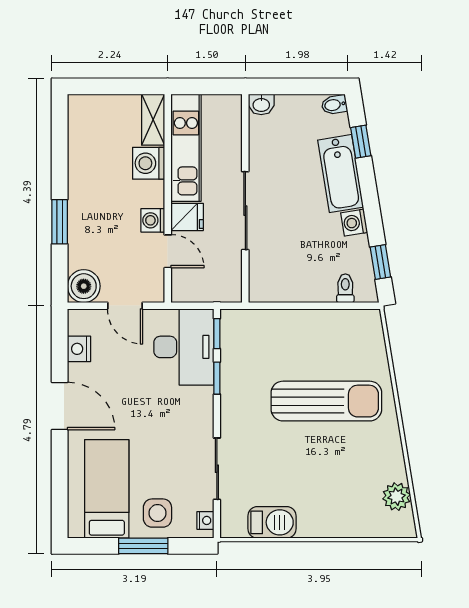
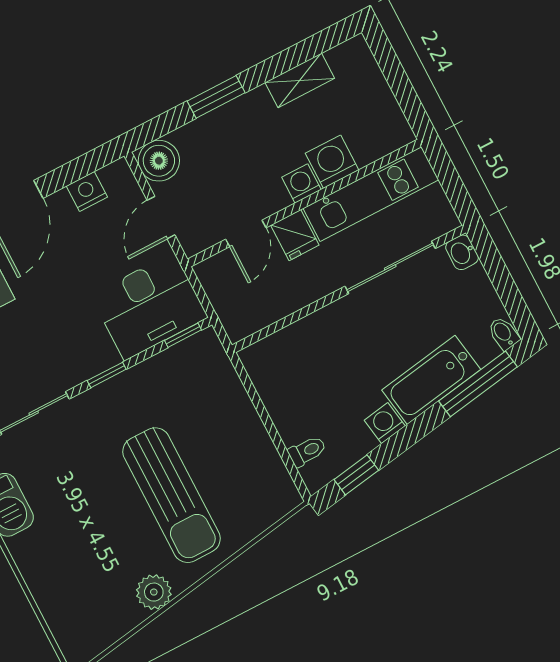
shelving: (153, 120) -> (300, 80), moved
window: (361, 142) -> (478, 384), width x2.17
sliding door: (245, 211) -> (390, 267), moved
washing machine: (153, 220) -> (301, 183), moved
window: (217, 378) -> (107, 375), moved
plant: (397, 497) -> (154, 592), moved

